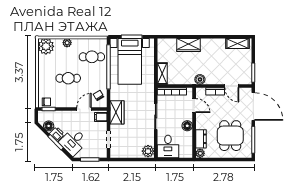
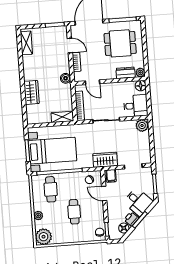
door: (232, 86) -> (70, 45), hinge flipped
door: (194, 106) -> (92, 82), swing flipped
floor lamp: (187, 126) -> (141, 86), moved

